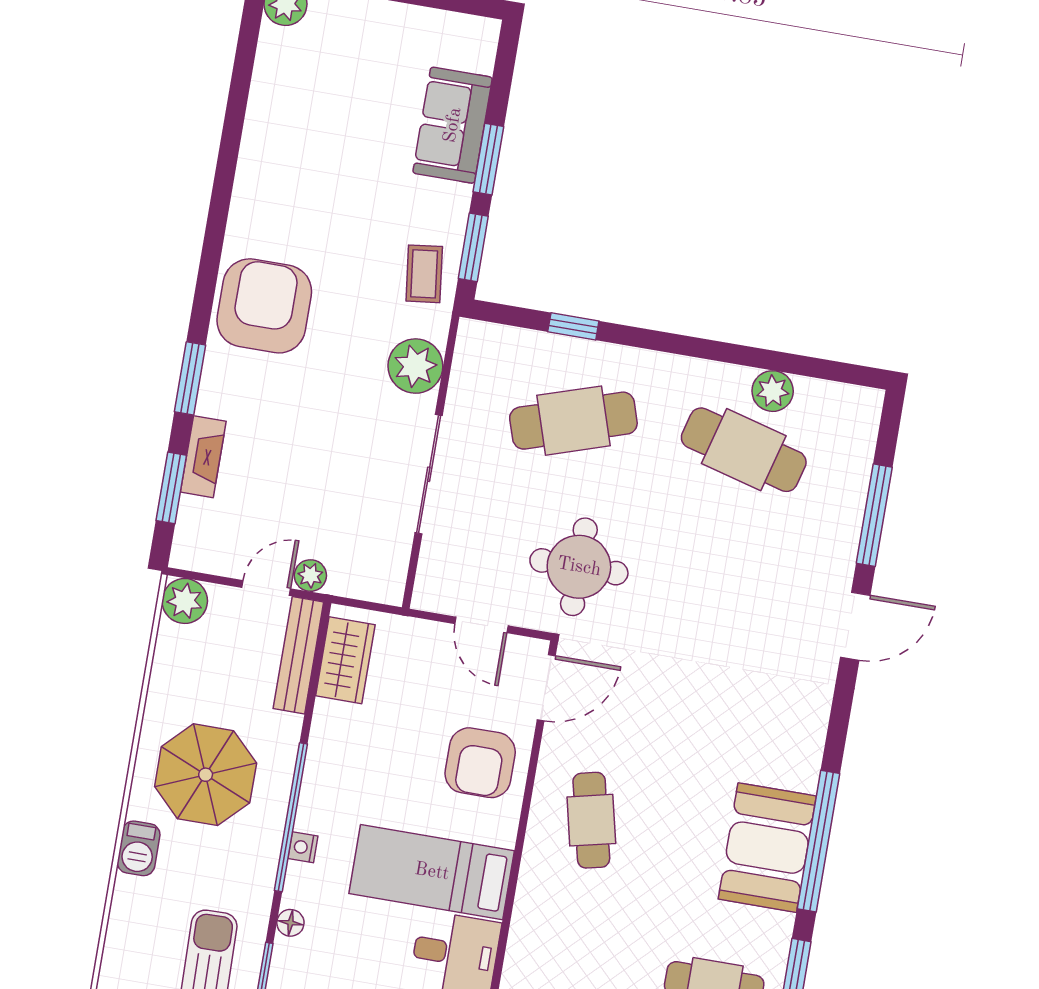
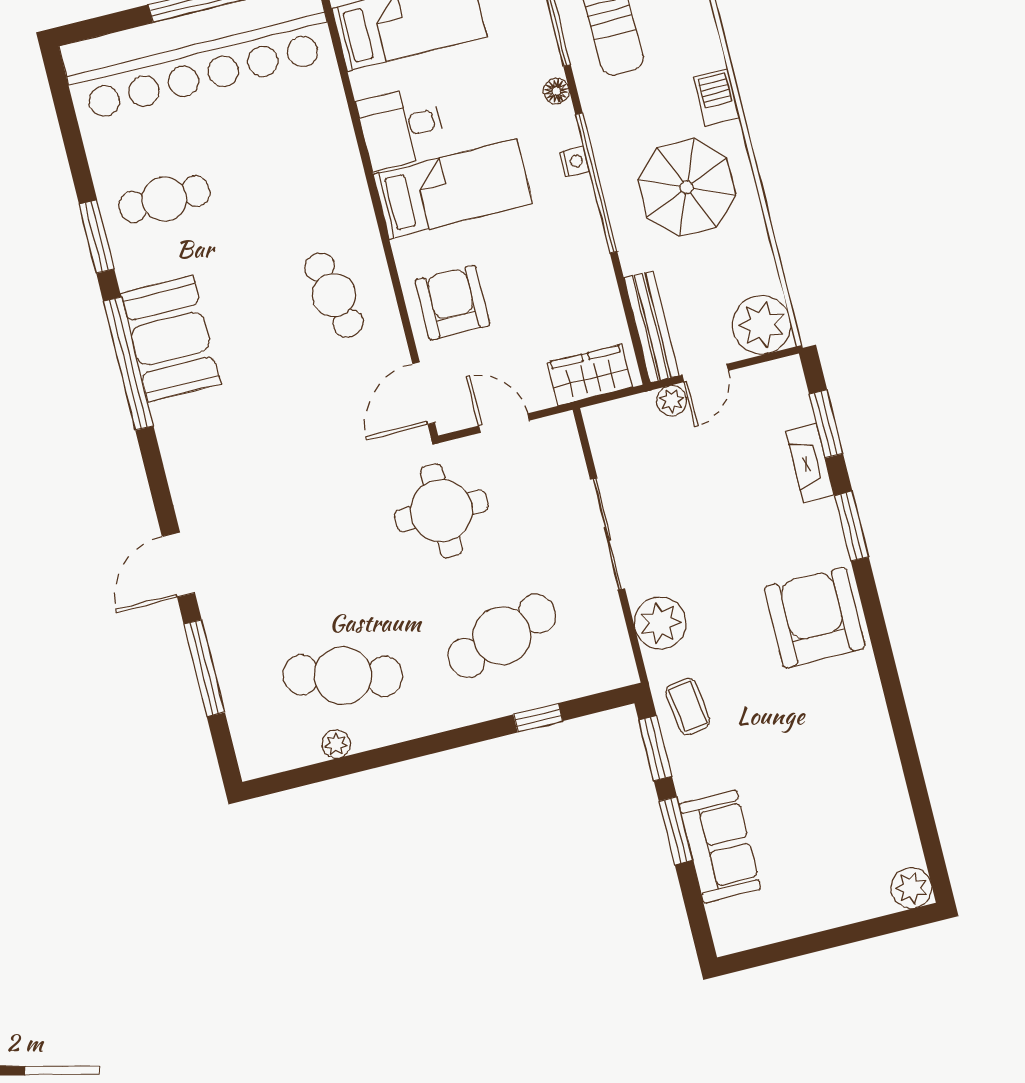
armchair: (264, 306) -> (815, 618), turned 180
plant: (773, 391) -> (336, 744), width x0.73, depth x0.73
plant: (185, 601) -> (762, 325), width x1.36, depth x1.36
wardrobe: (345, 660) -> (590, 375), moved, turned 90

